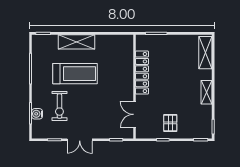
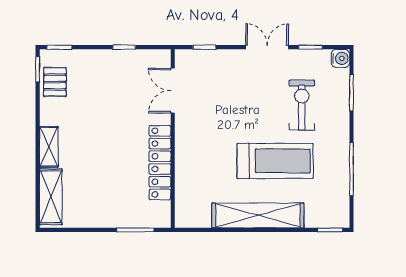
shelving: (77, 42) -> (258, 215), width x1.47
treadmill: (75, 74) -> (275, 161), turned 180
shelving: (207, 92) -> (49, 147), moved
water cooler: (37, 114) -> (340, 58), moved
double door: (135, 114) -> (173, 91), swing flipped
pallet: (170, 123) -> (55, 82), moved

